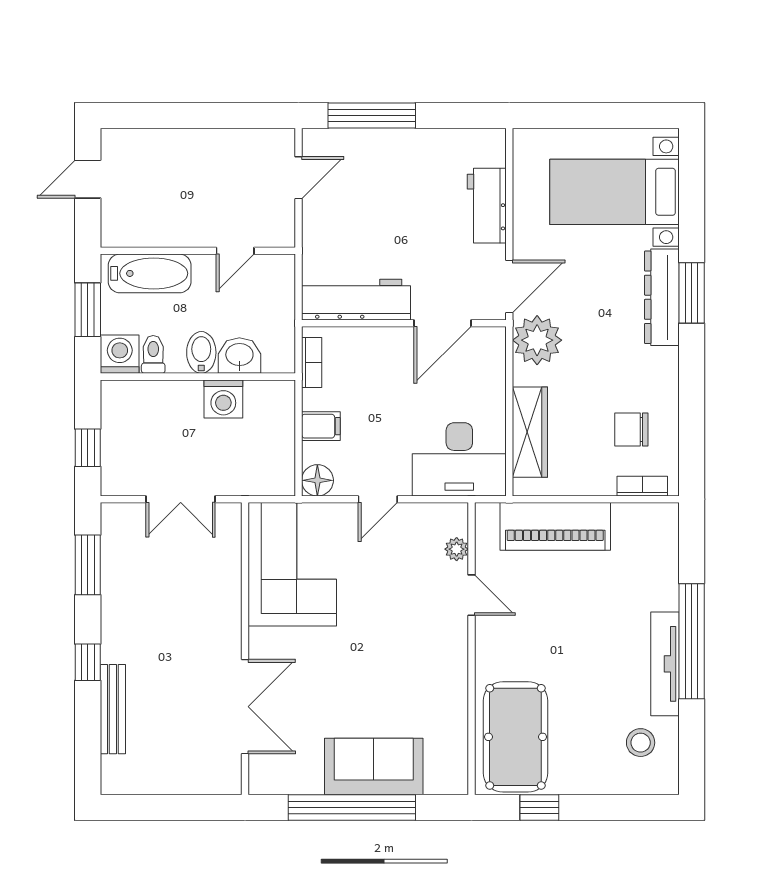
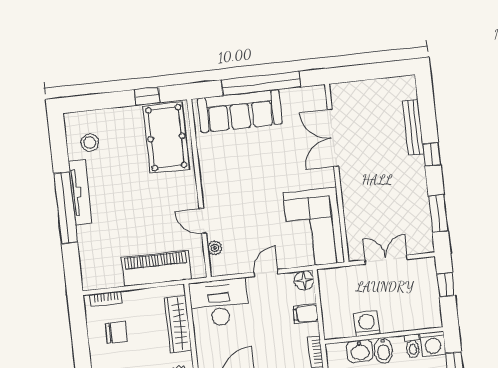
sofa: (374, 767) -> (240, 111), width x1.36

